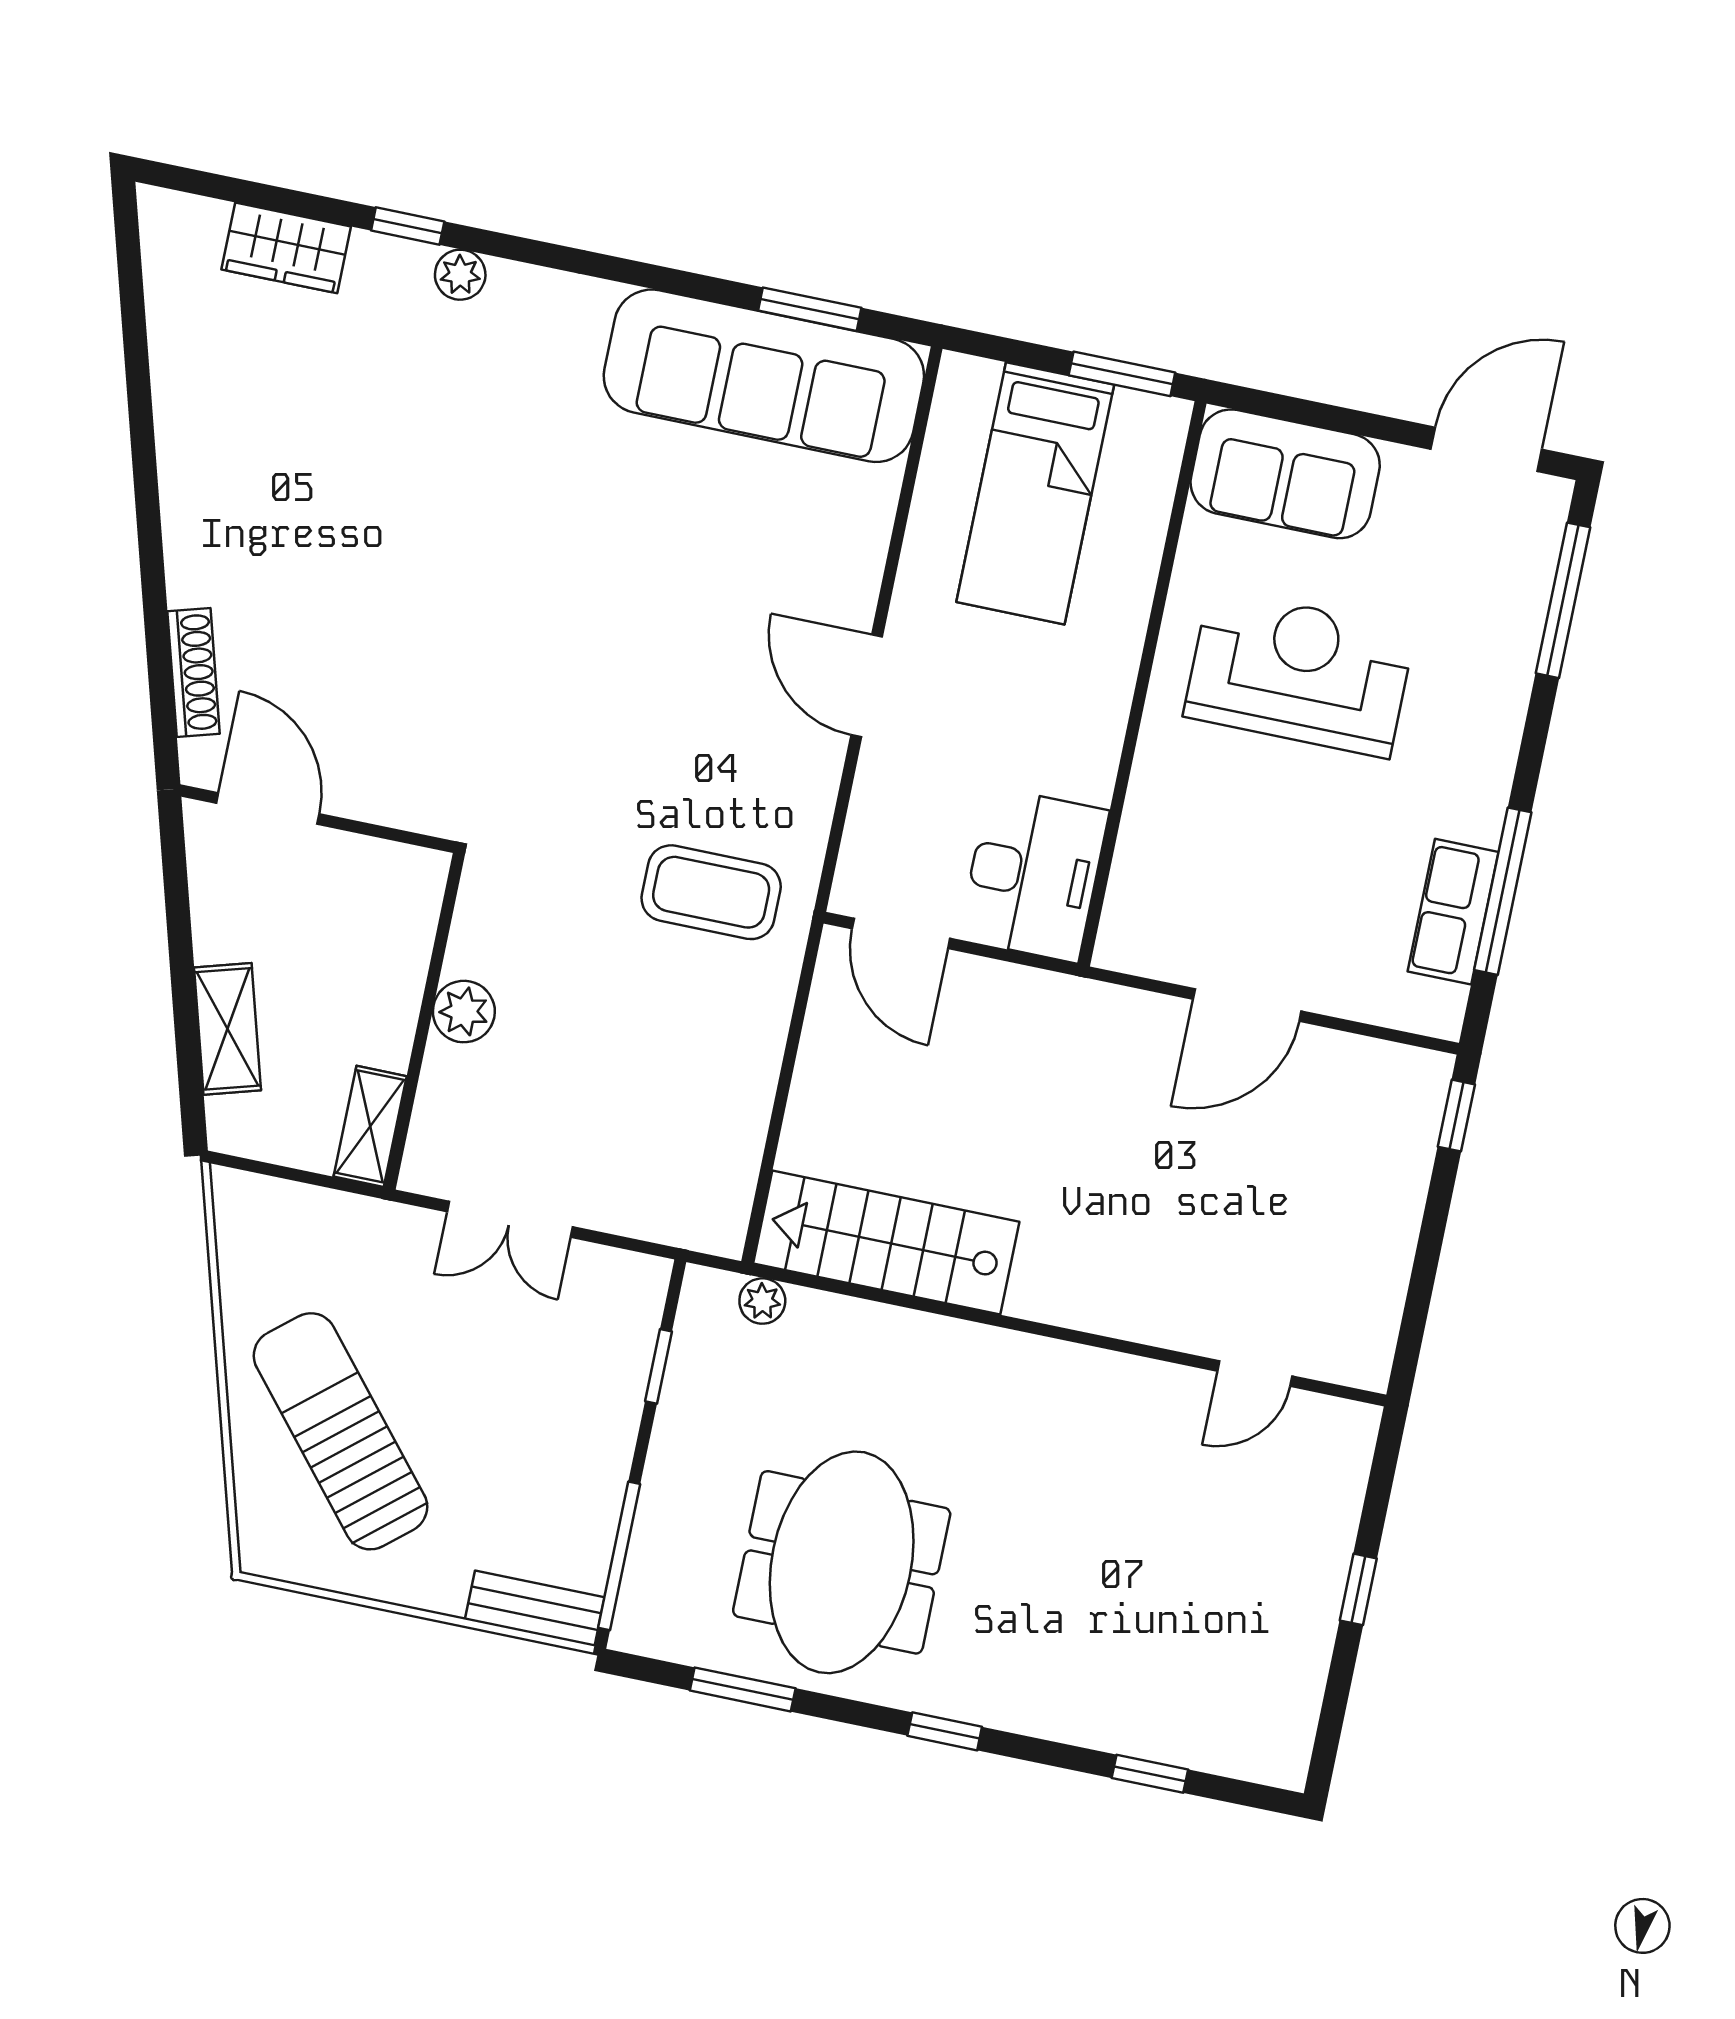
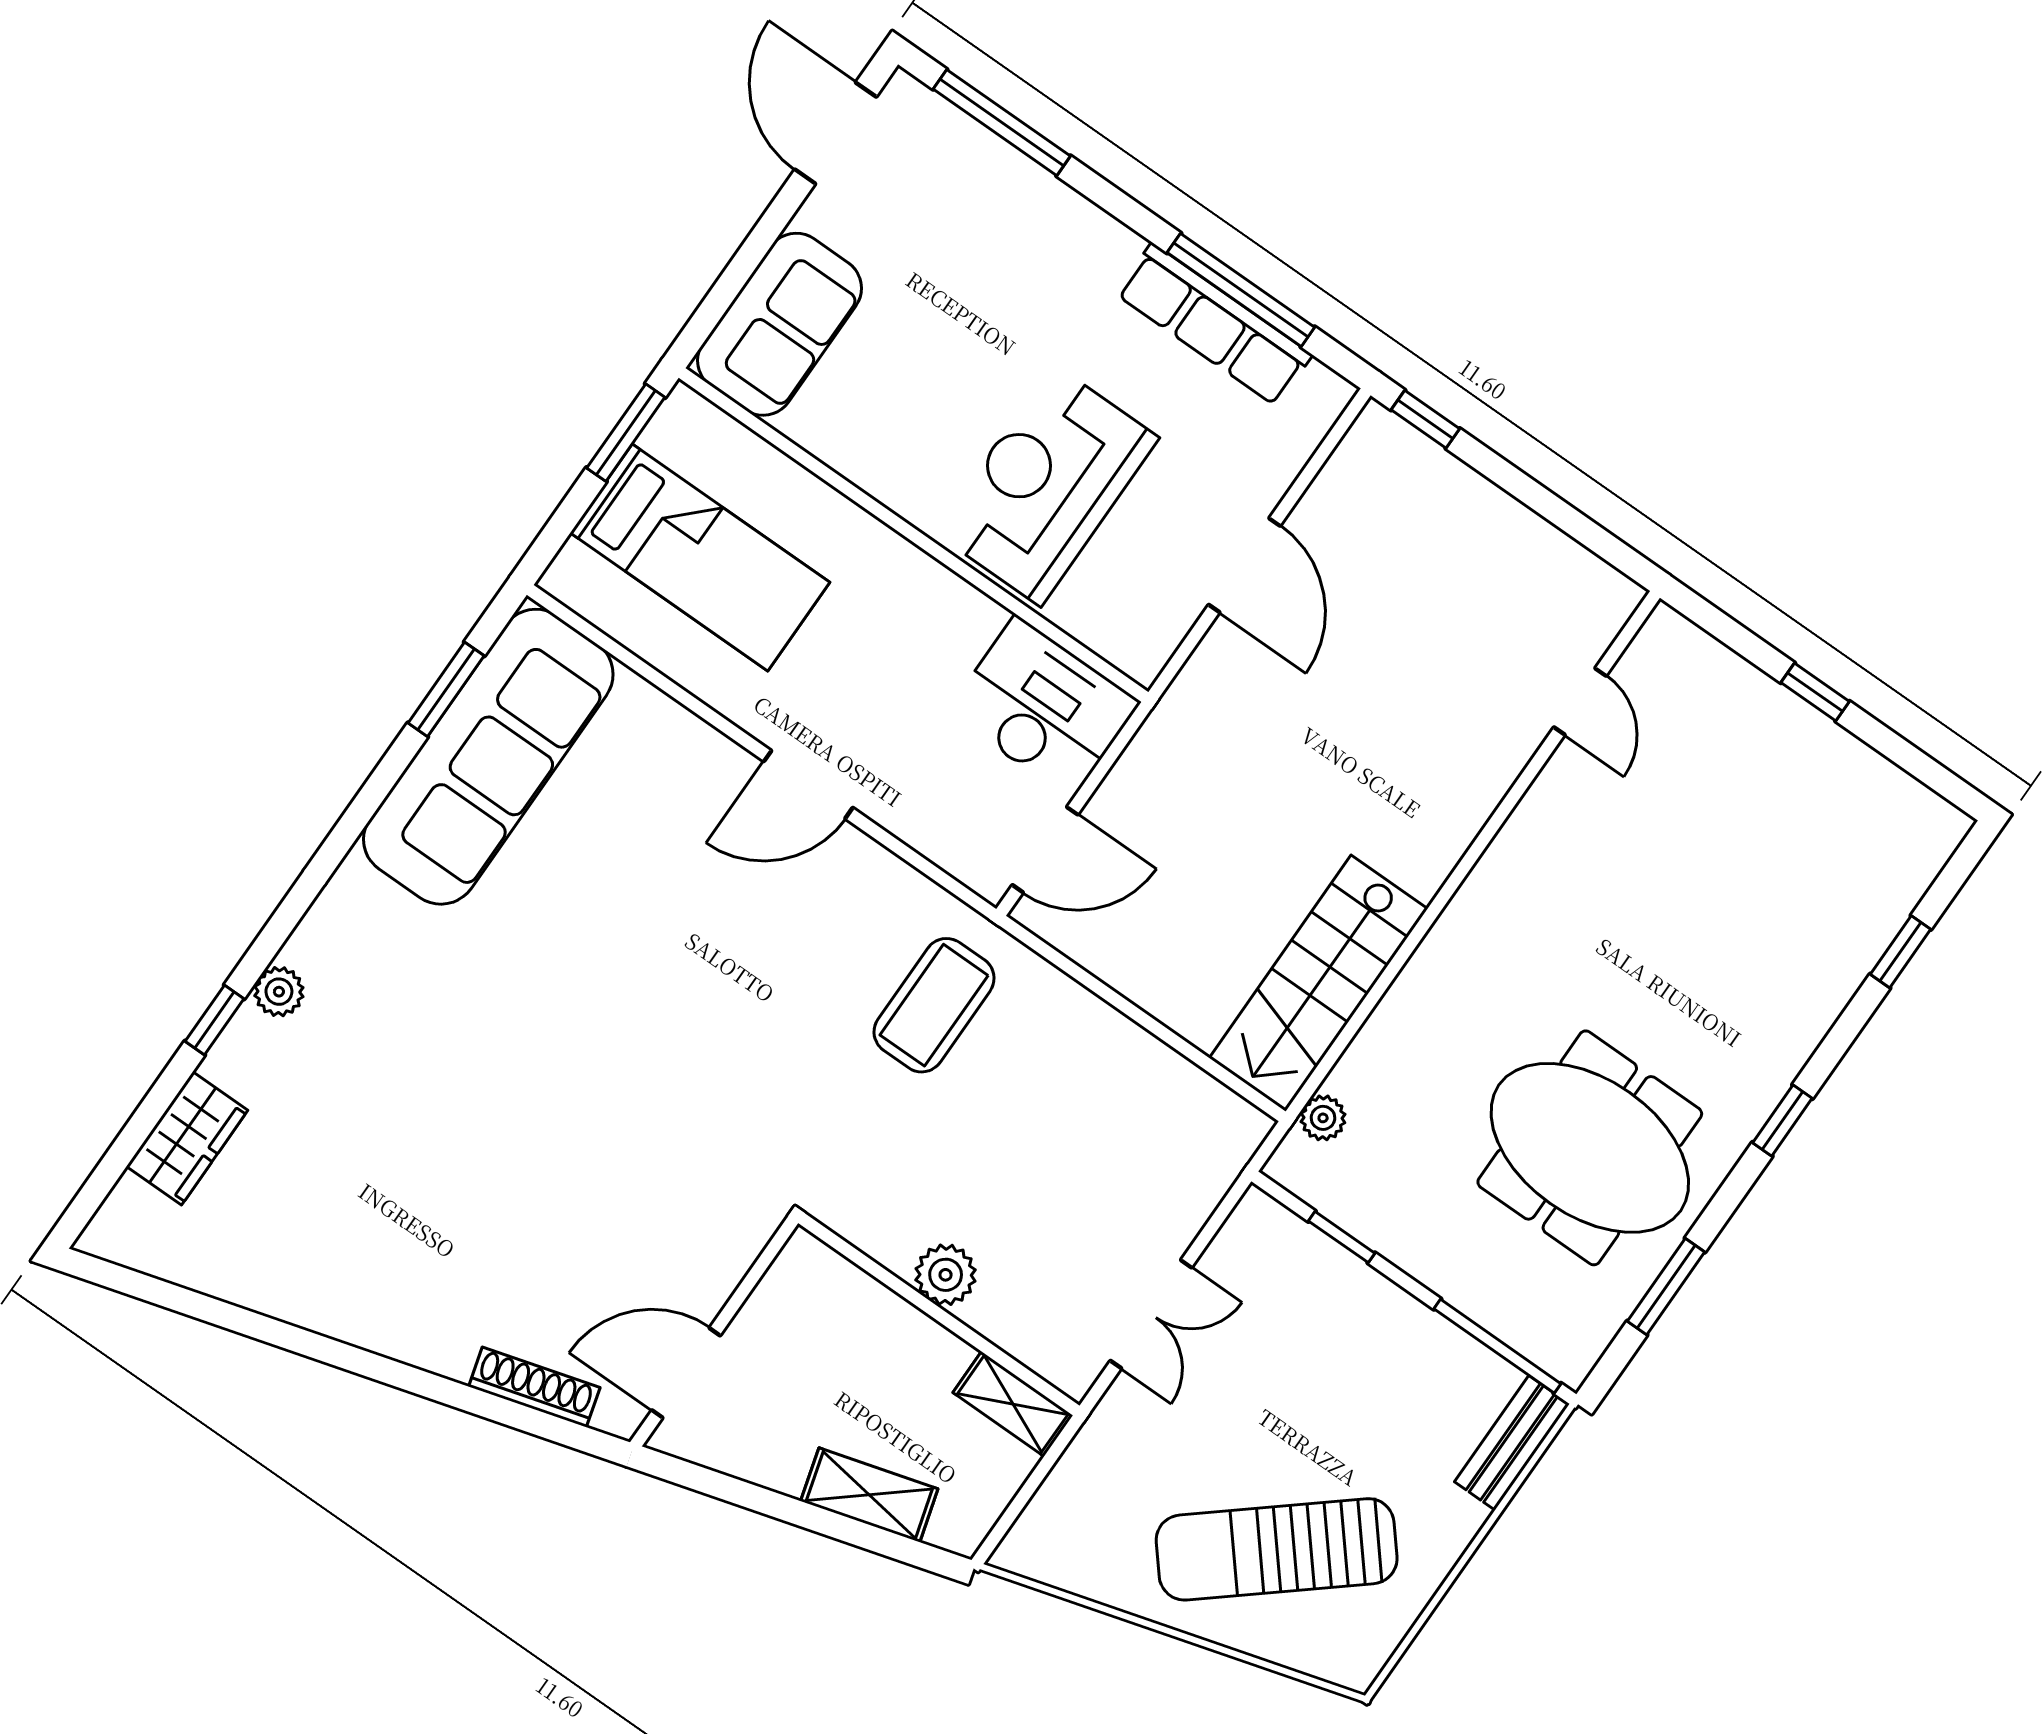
reception desk: (1299, 673) -> (1047, 485), moved
row of seats: (1453, 912) -> (1214, 324), width x1.48

